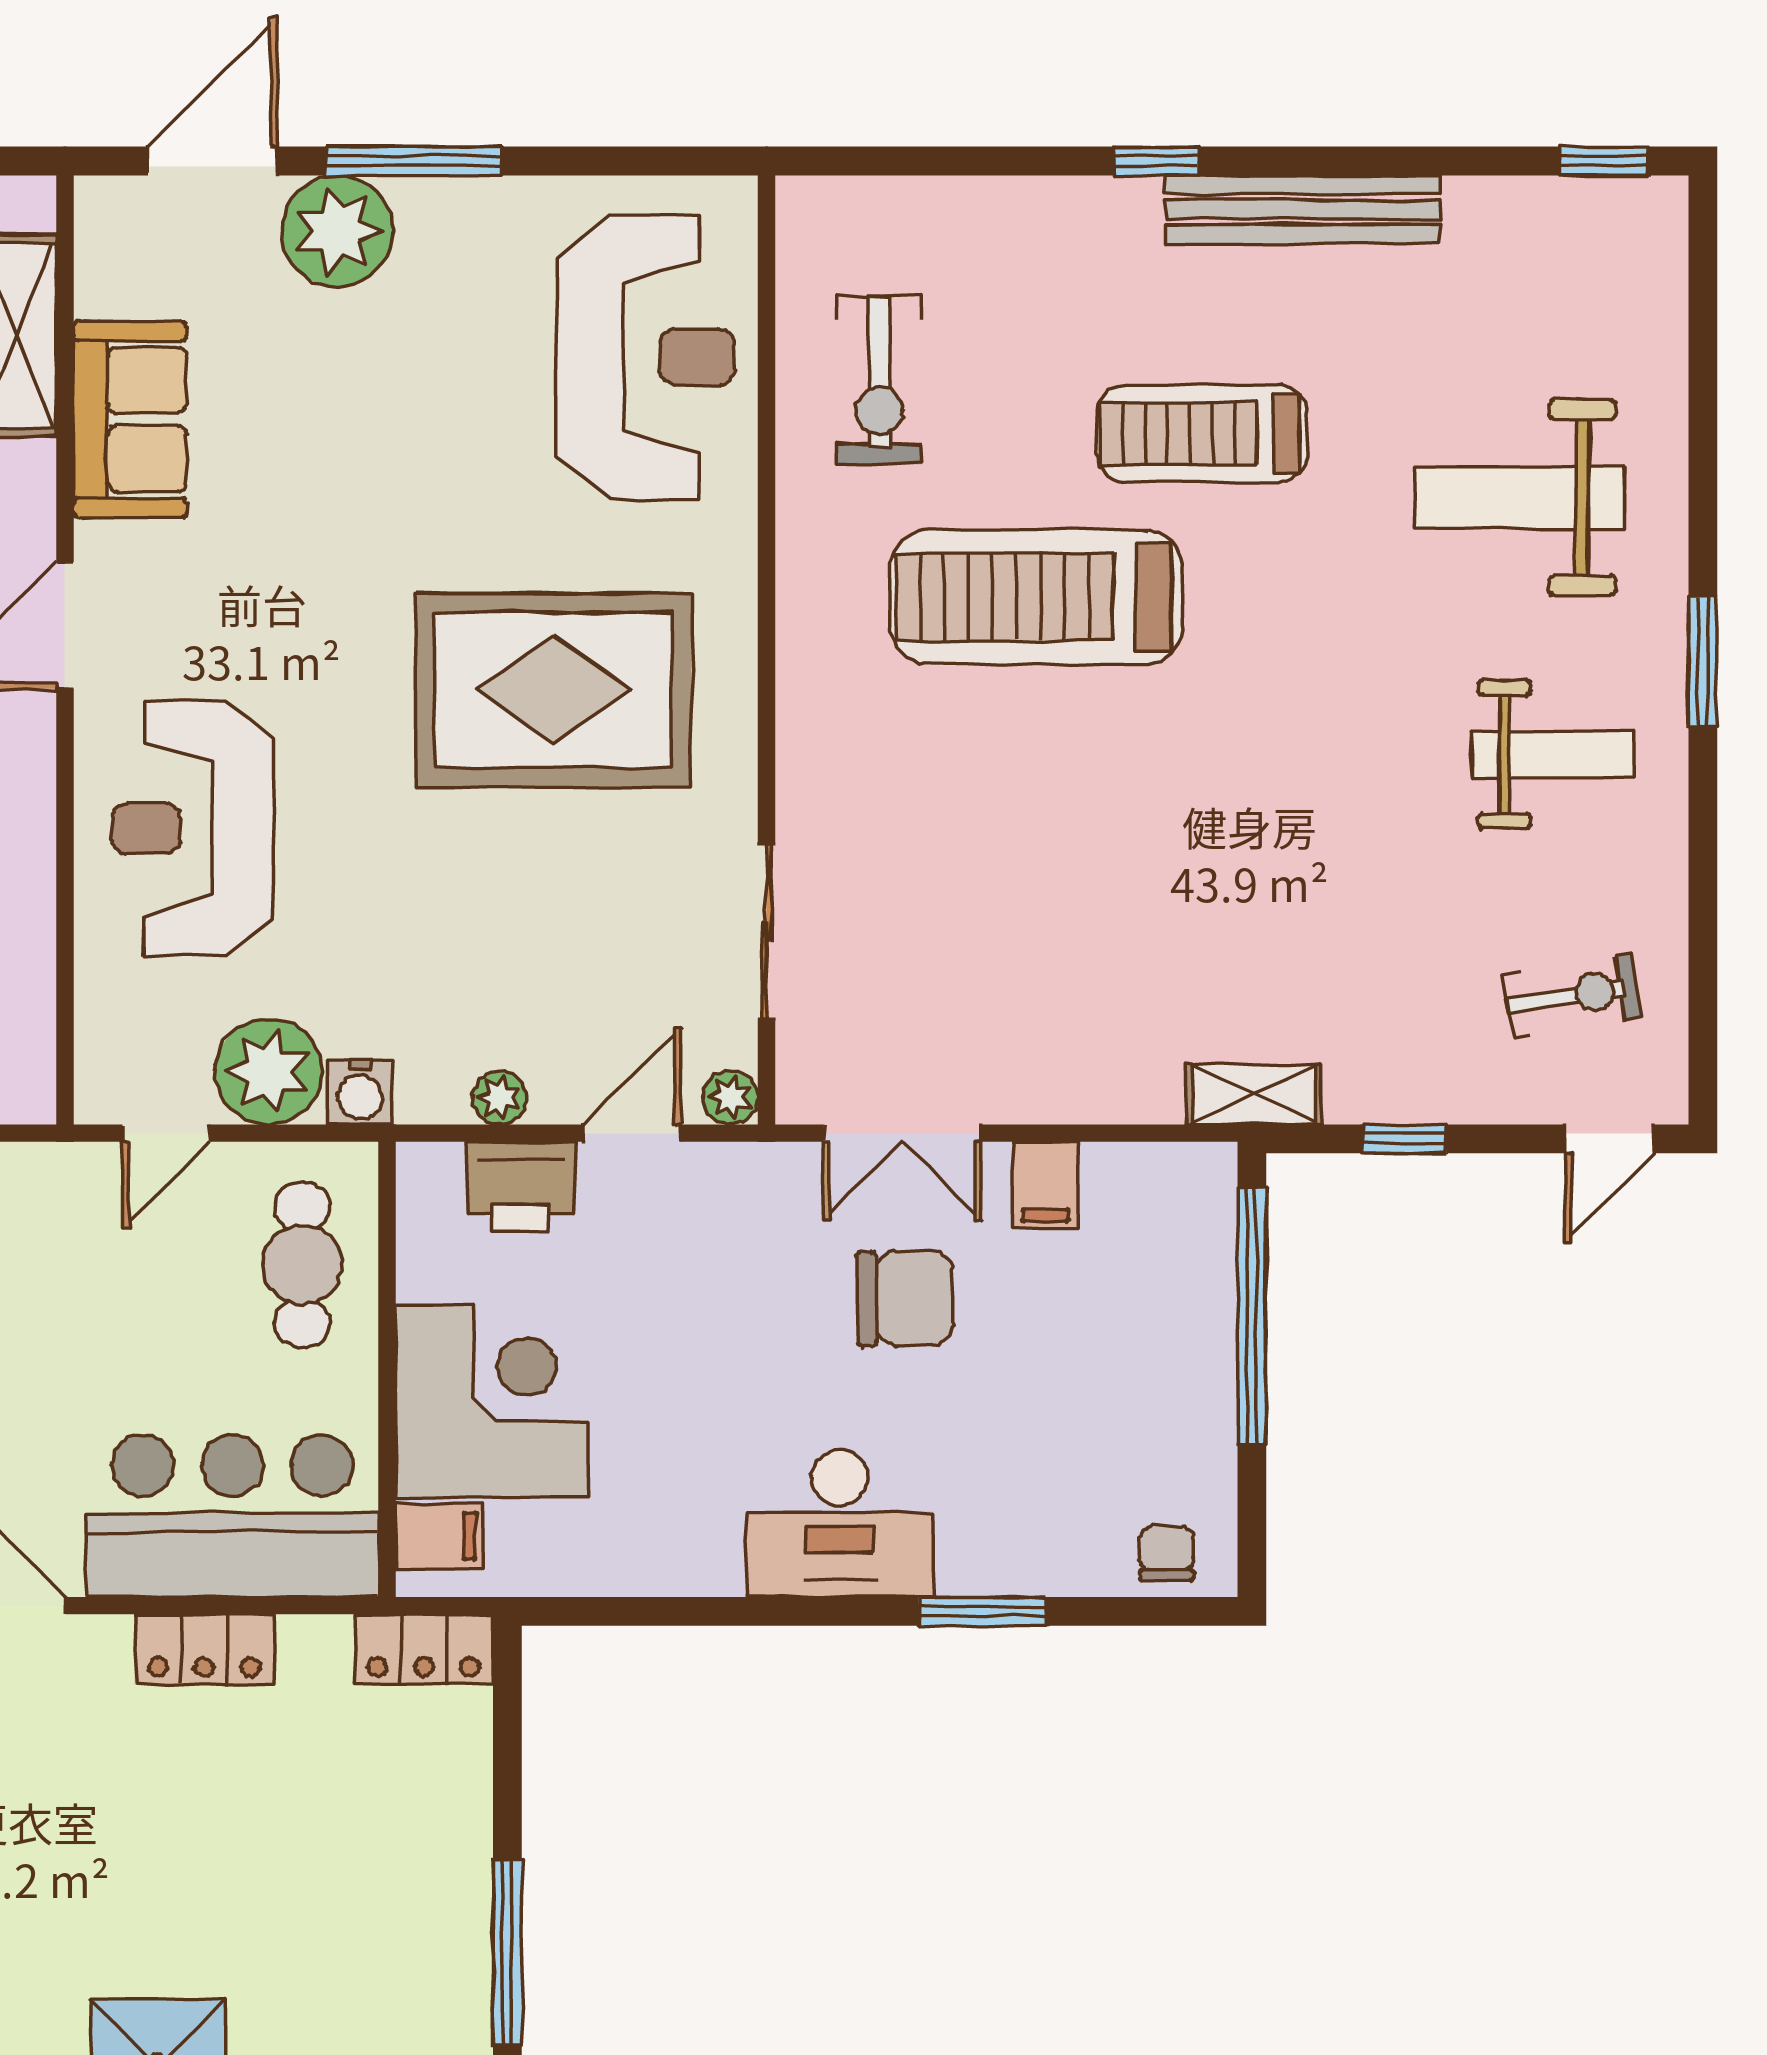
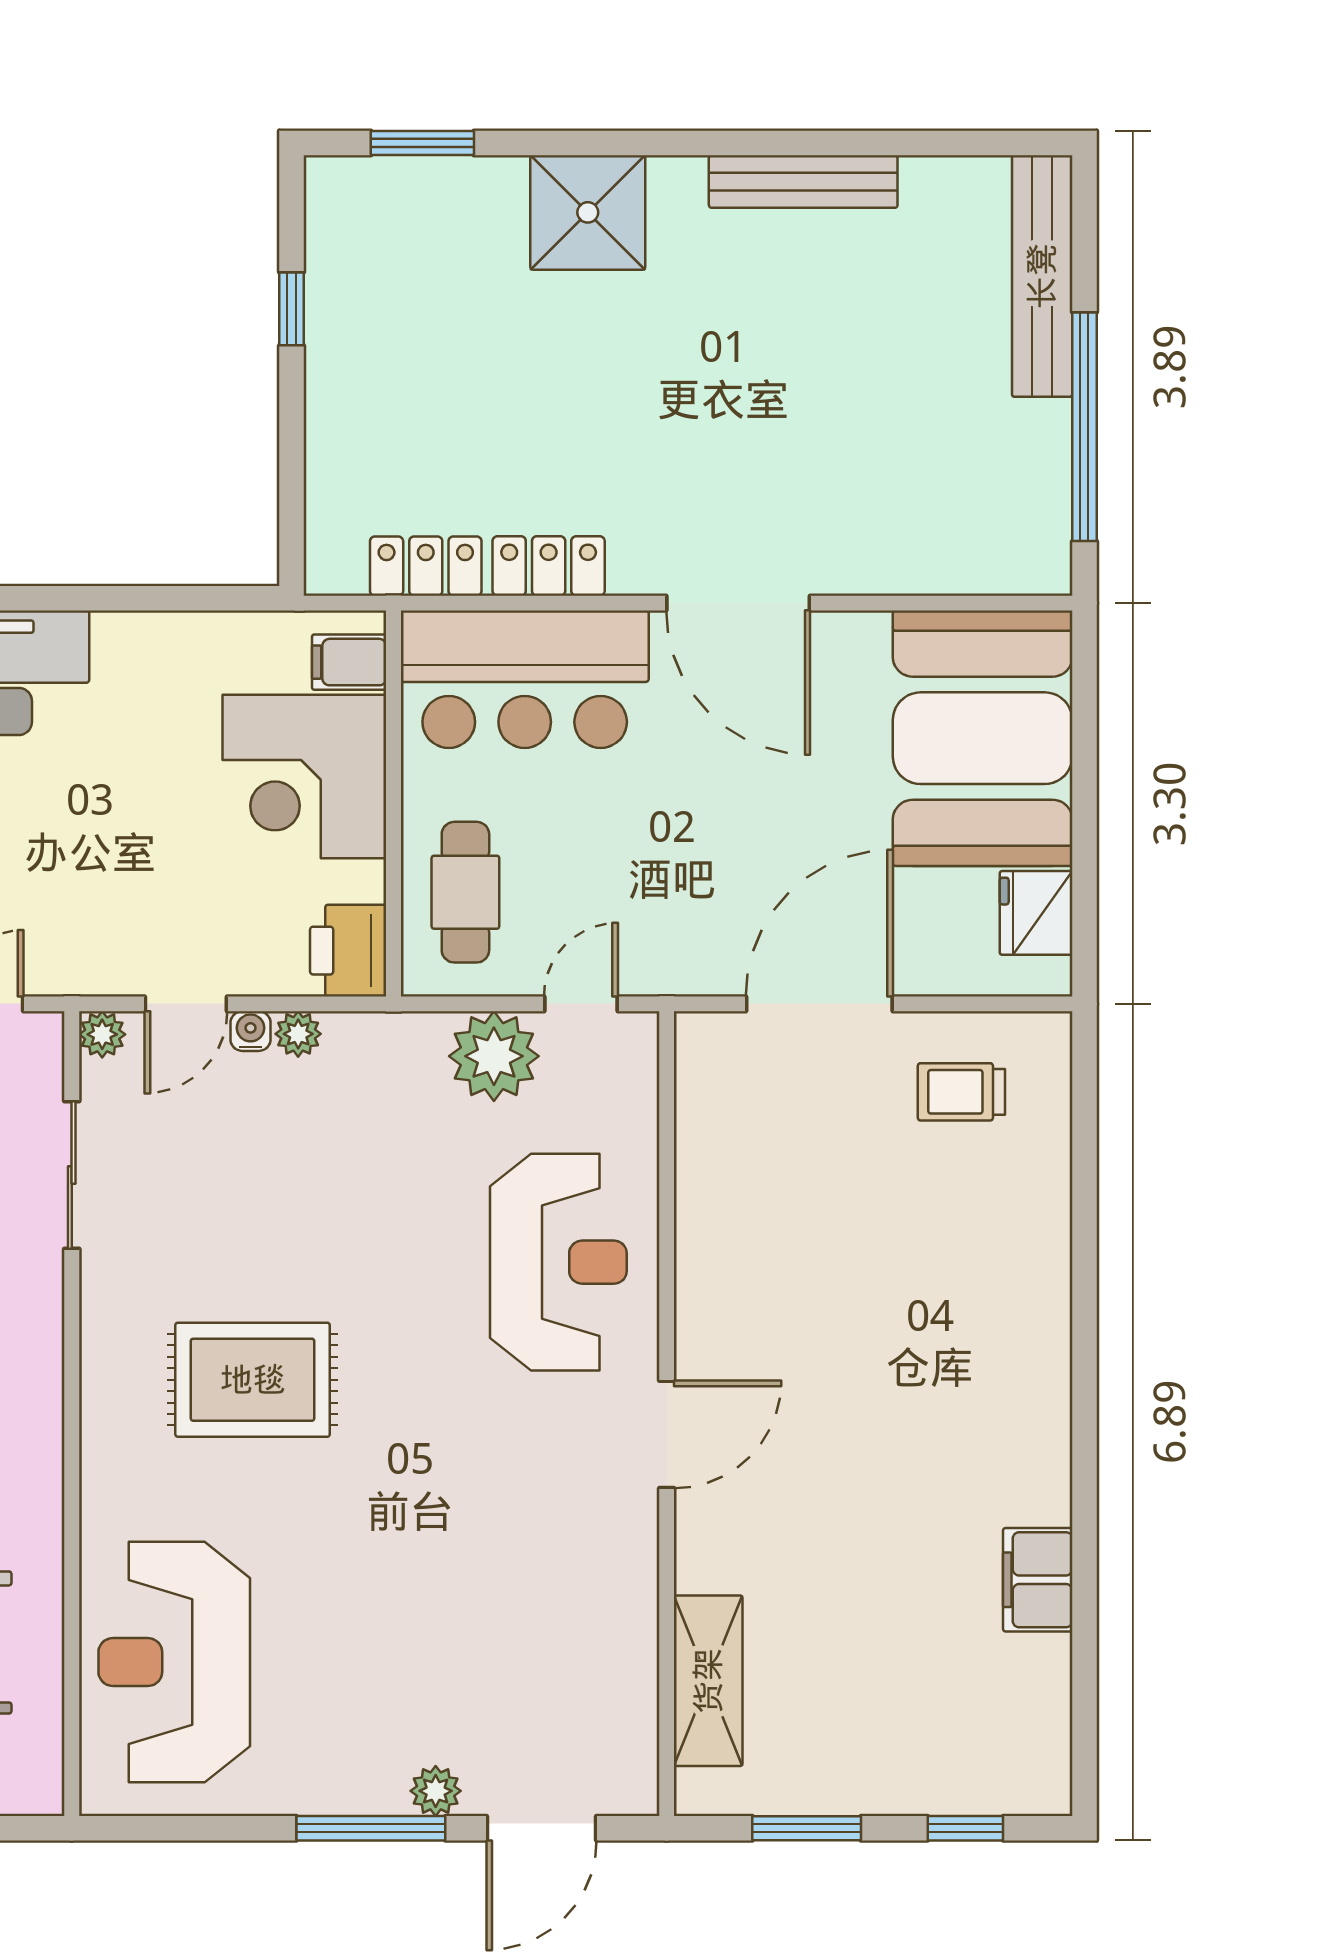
plant: (337, 231) -> (436, 1791), width x0.53, depth x0.53
sofa: (130, 419) -> (611, 1609), removed
rug: (553, 690) -> (253, 1380), width x0.73, depth x0.69
water cooler: (360, 1092) -> (251, 1031), moved, width x0.72, depth x0.72
printer: (521, 1187) -> (348, 951), moved, turned -90
locker: (424, 1649) -> (426, 566), moved
window: (507, 1953) -> (292, 309), width x0.46

